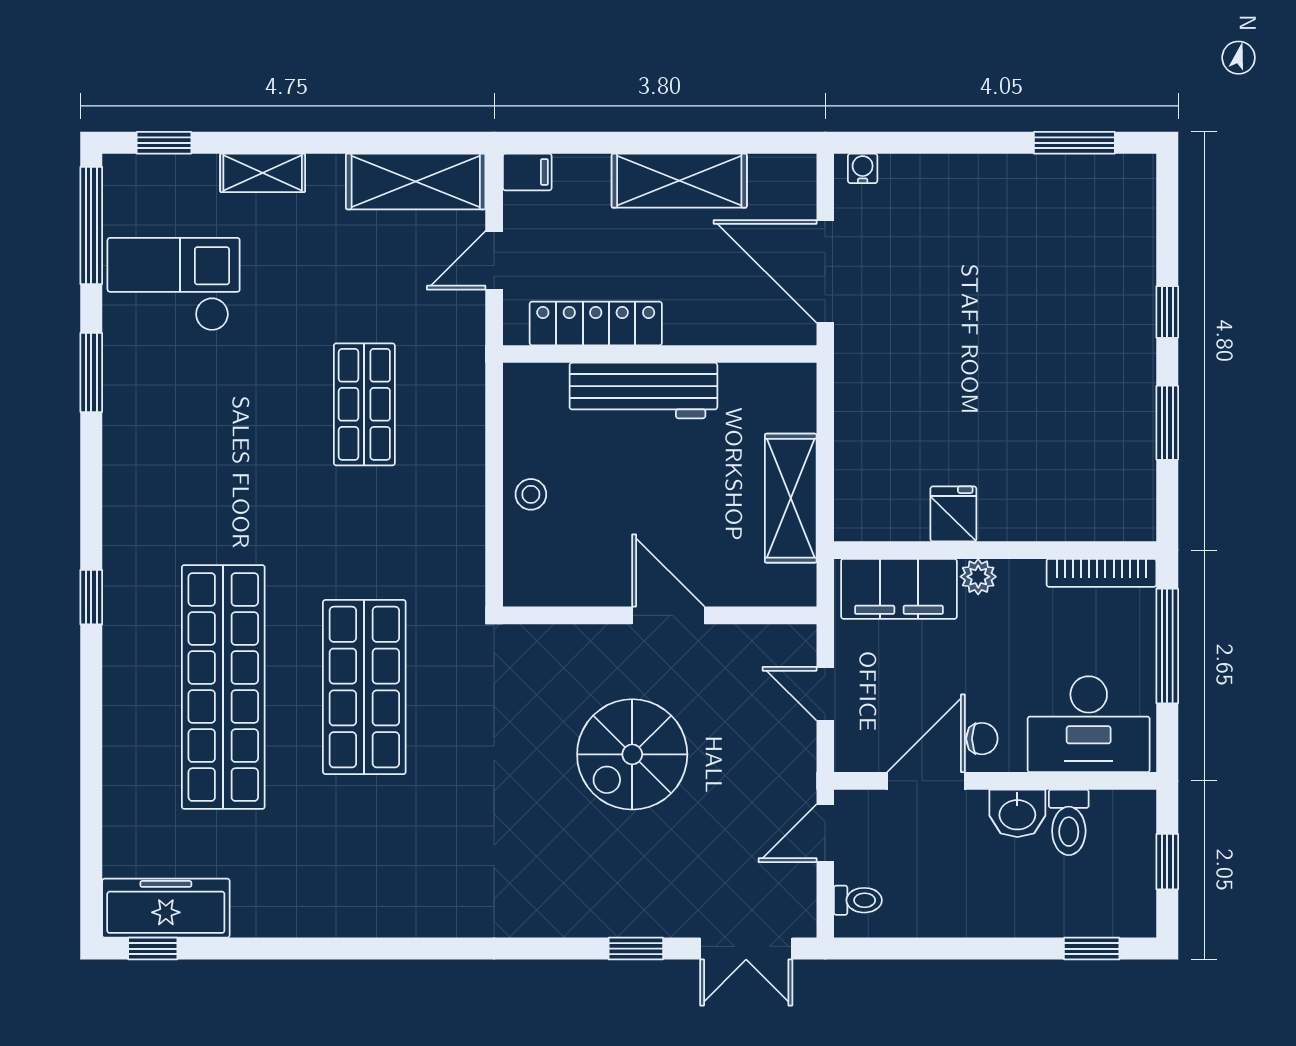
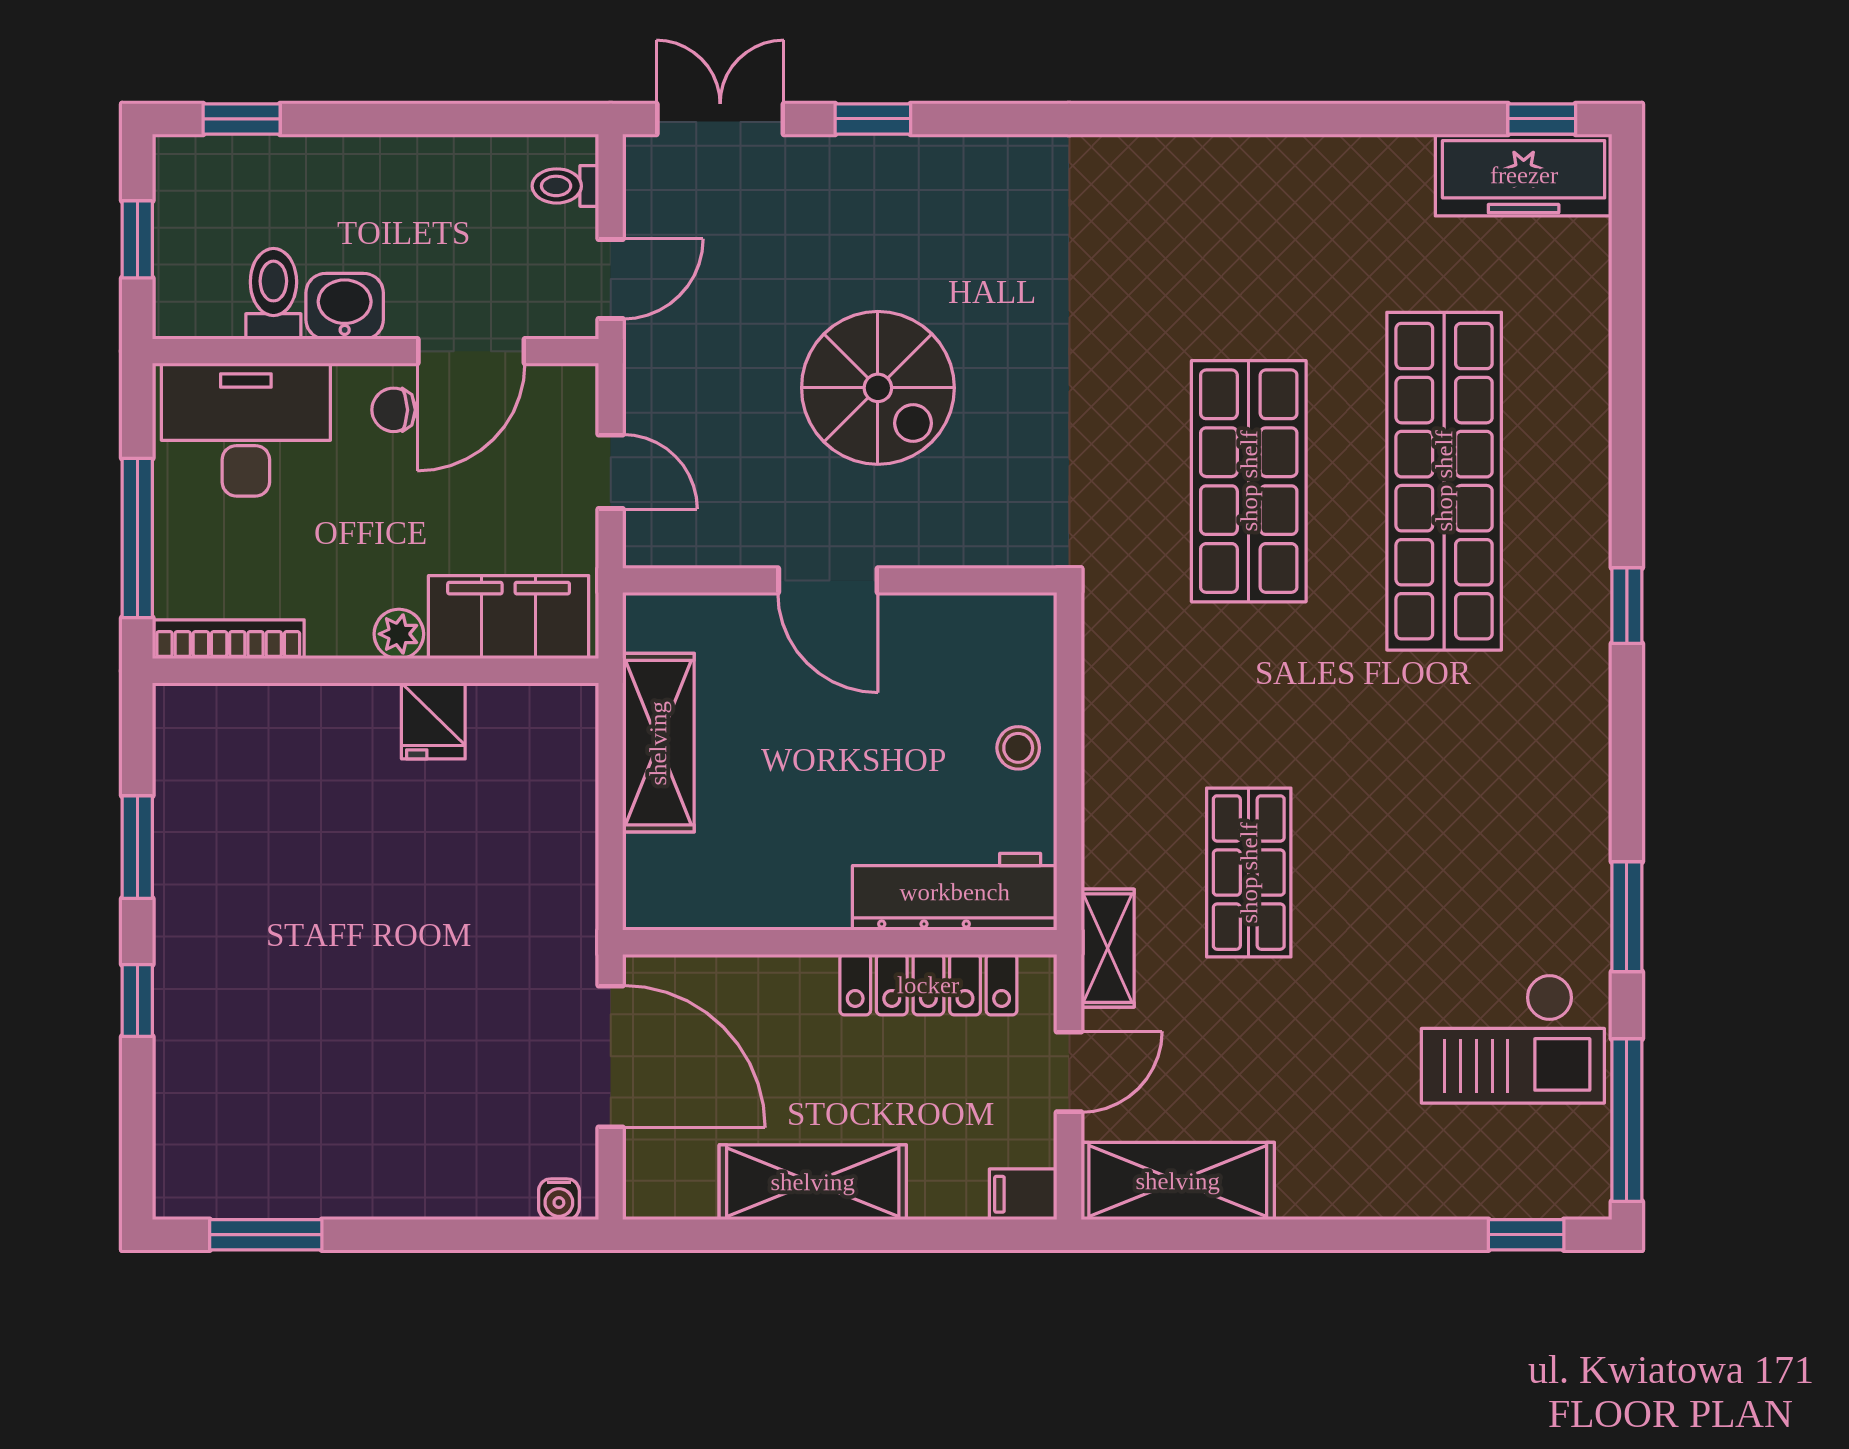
shelving: (263, 173) -> (1108, 948), moved, turned 90
workbench: (643, 391) -> (955, 892), moved
spiral stairs: (632, 754) -> (878, 388), turned 90

